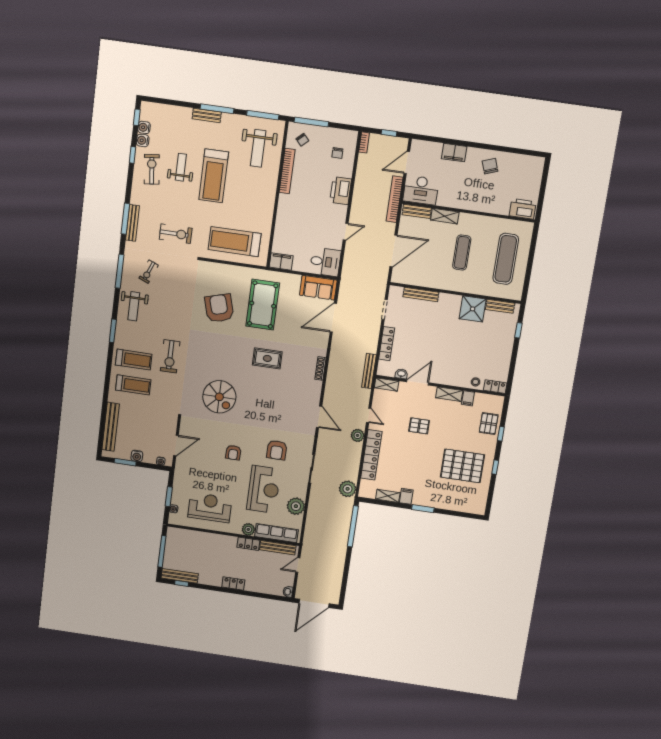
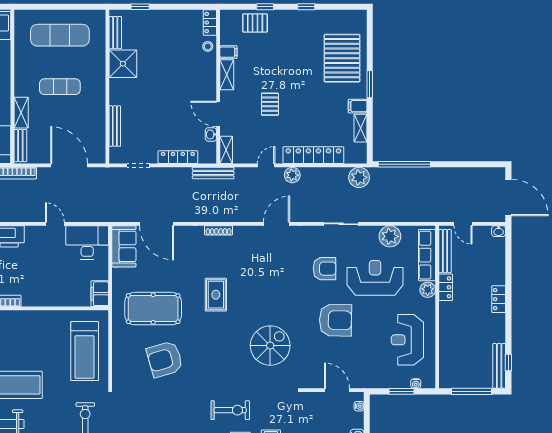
desk: (325, 262) -> (87, 242), width x1.37
armchair: (233, 453) -> (335, 320), width x1.88, depth x1.88
pallet: (462, 466) -> (342, 58), moved

